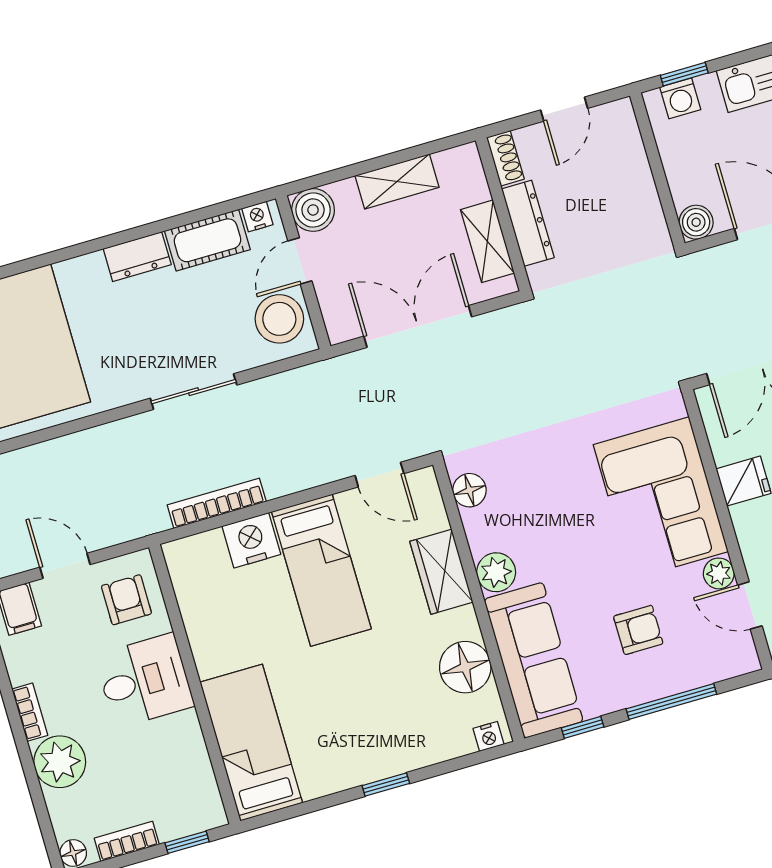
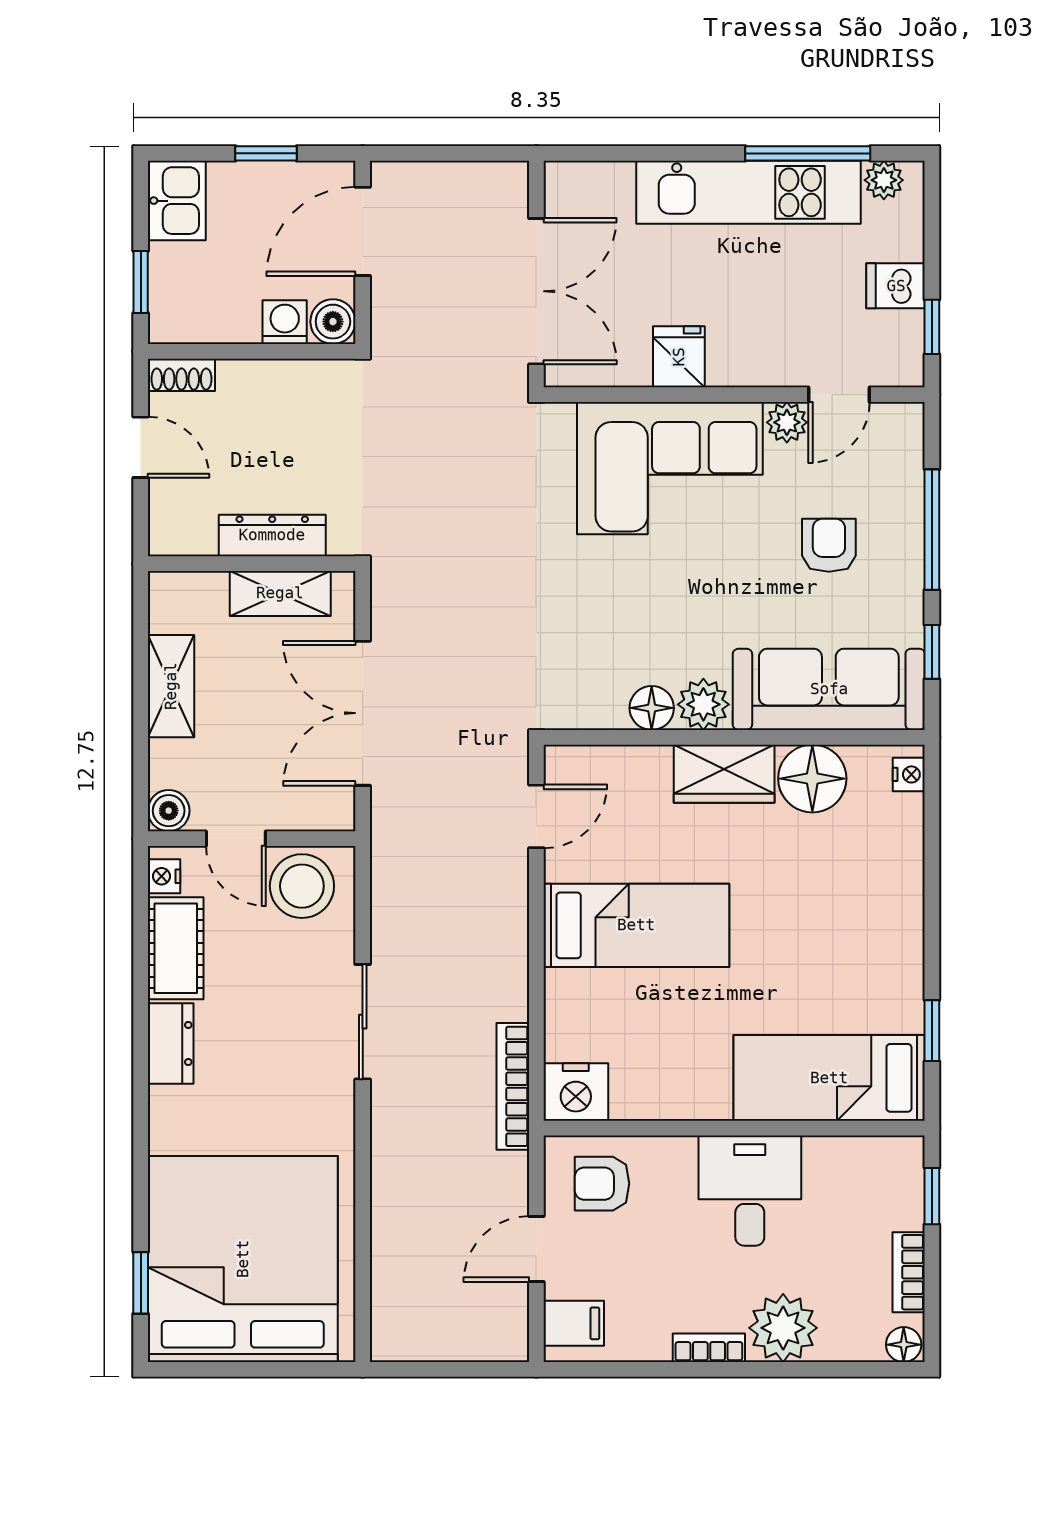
washing machine: (680, 98) -> (285, 322), moved, turned -90
shoe rack: (505, 158) -> (181, 375), moved, turned 180
boiler: (313, 210) -> (169, 811), width x0.73, depth x0.73
floor lamp: (469, 490) -> (652, 708), moved
bookcase: (217, 503) -> (513, 1086), moved
nightstand: (251, 540) -> (576, 1092), moved, turned -90
wardrobe: (441, 572) -> (724, 774), moved
desk: (144, 681) -> (750, 1191), moved
window: (386, 784) -> (932, 1031), moved

